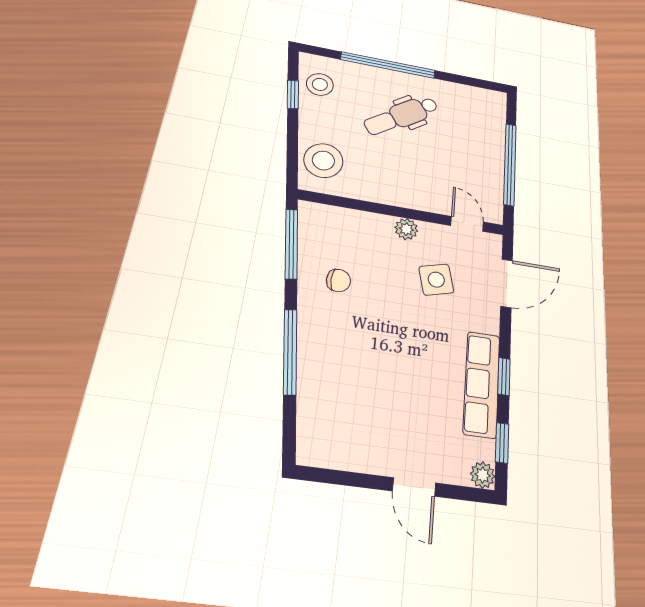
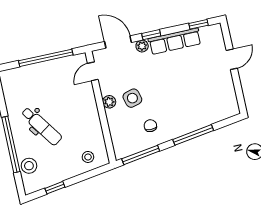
stool: (320, 84) -> (29, 166), moved
stool: (323, 161) -> (88, 157), width x0.53, depth x0.53
side table: (436, 280) -> (132, 98), moved
window: (504, 376) -> (151, 35), moved
plant: (483, 475) -> (142, 46), moved

